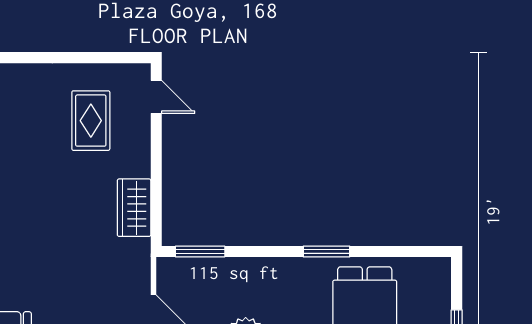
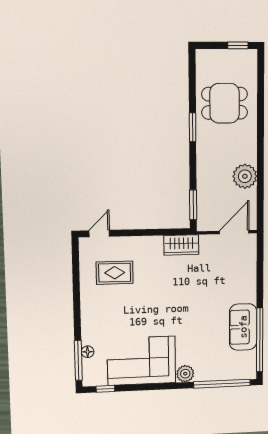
wardrobe: (134, 208) -> (181, 245), moved

